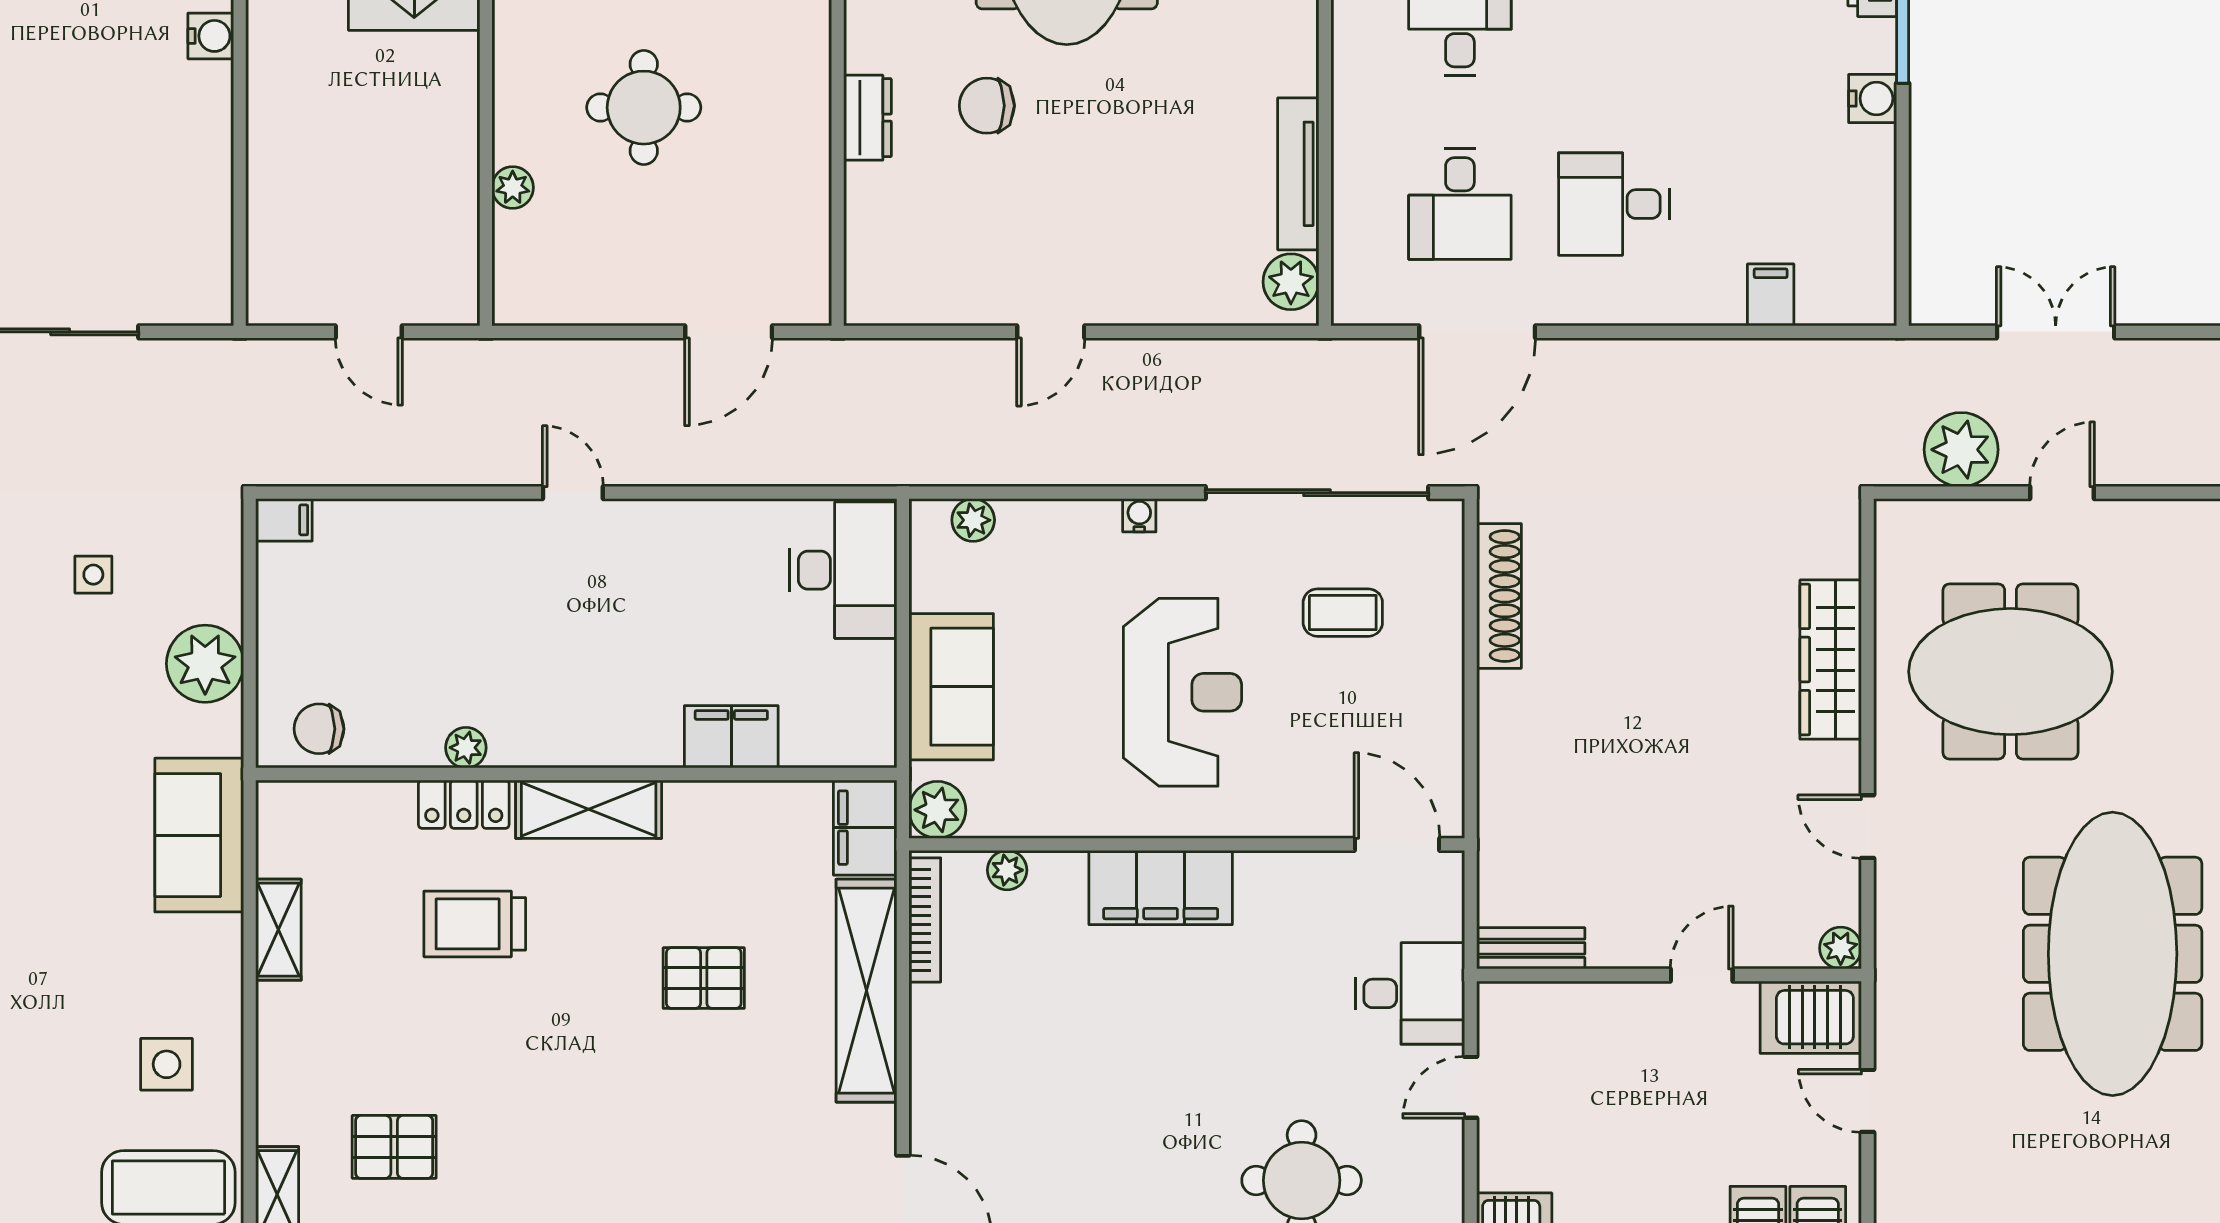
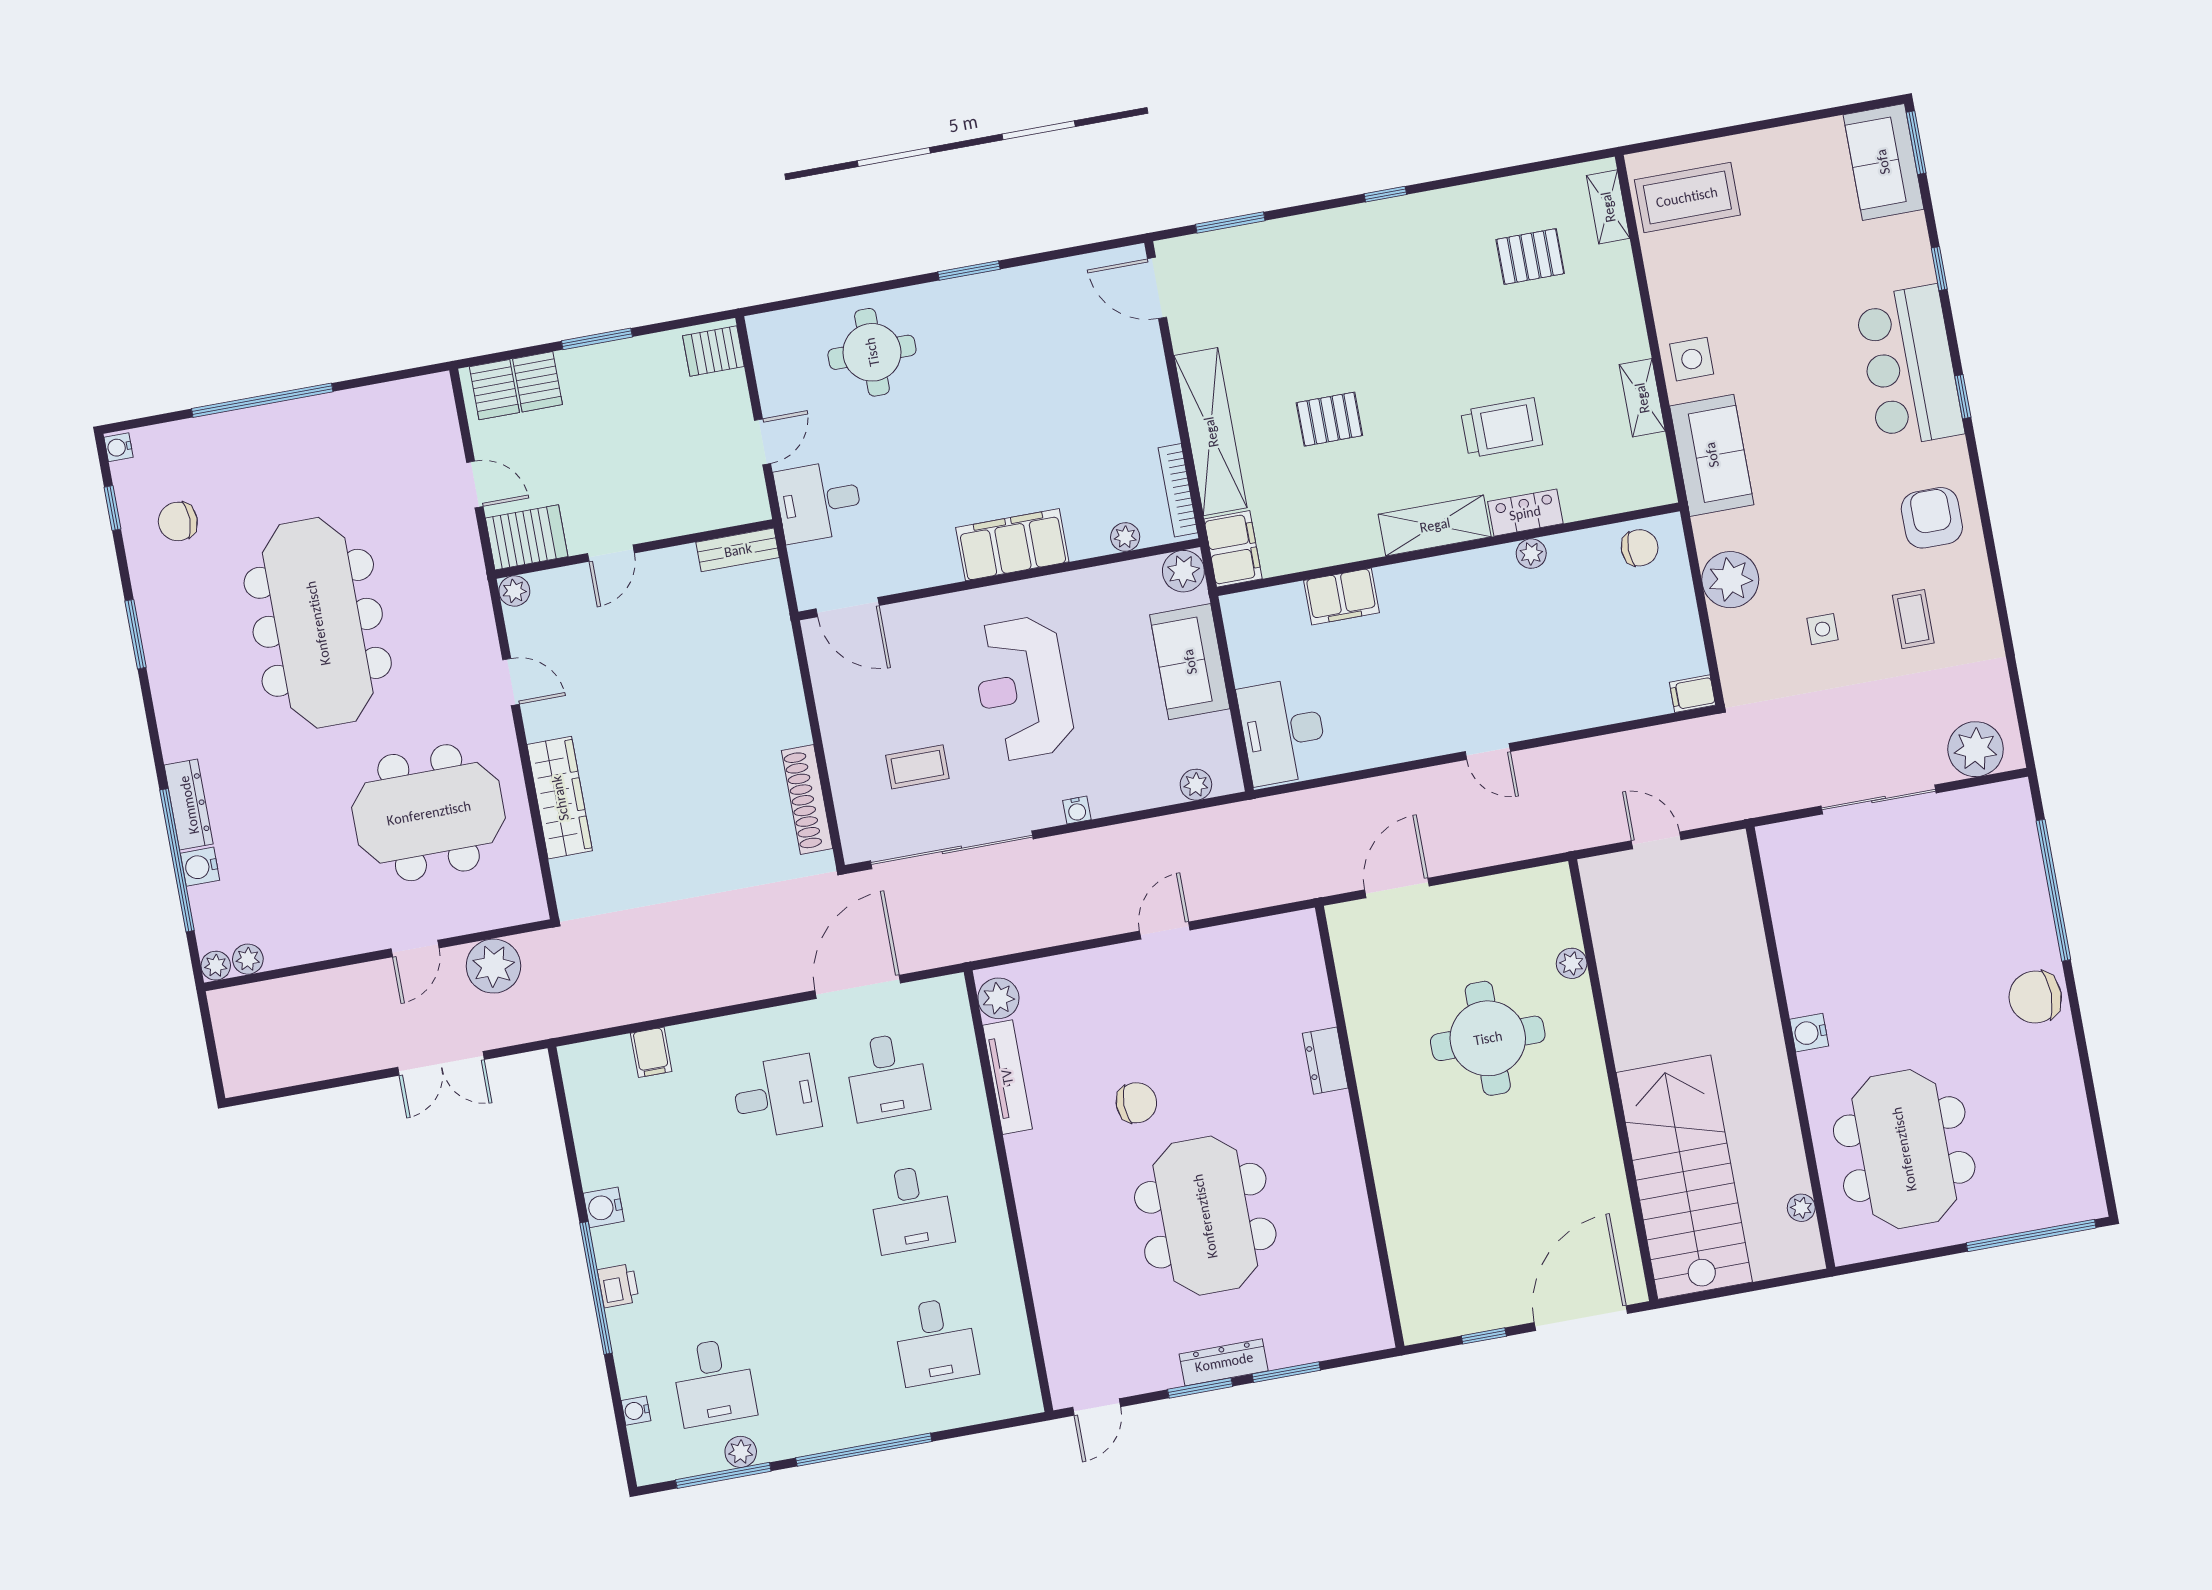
chair: (987, 106) -> (1136, 1103), moved
round table: (644, 108) -> (1488, 1038), width x1.36, depth x1.36
desk: (1460, 204) -> (887, 1077), turned 180
side table: (167, 1064) -> (1692, 359), moved

